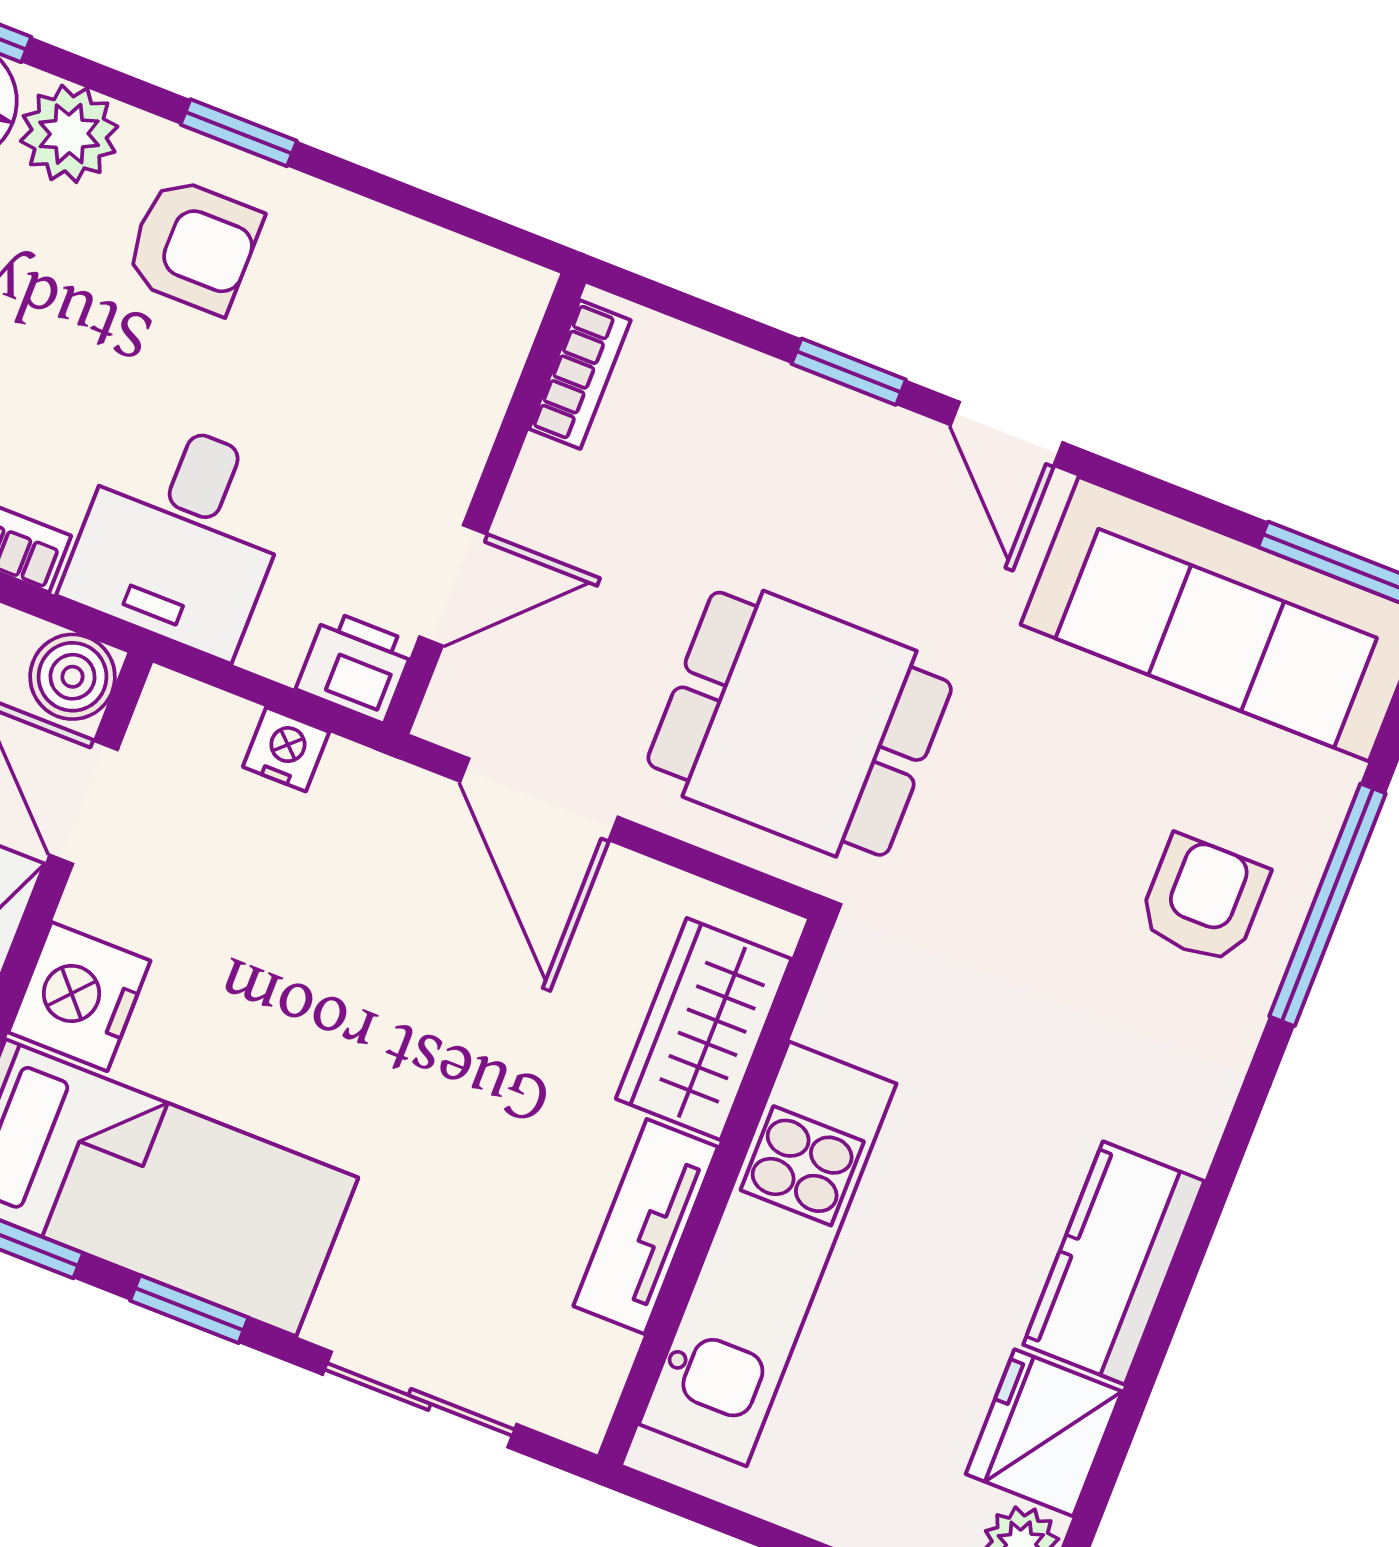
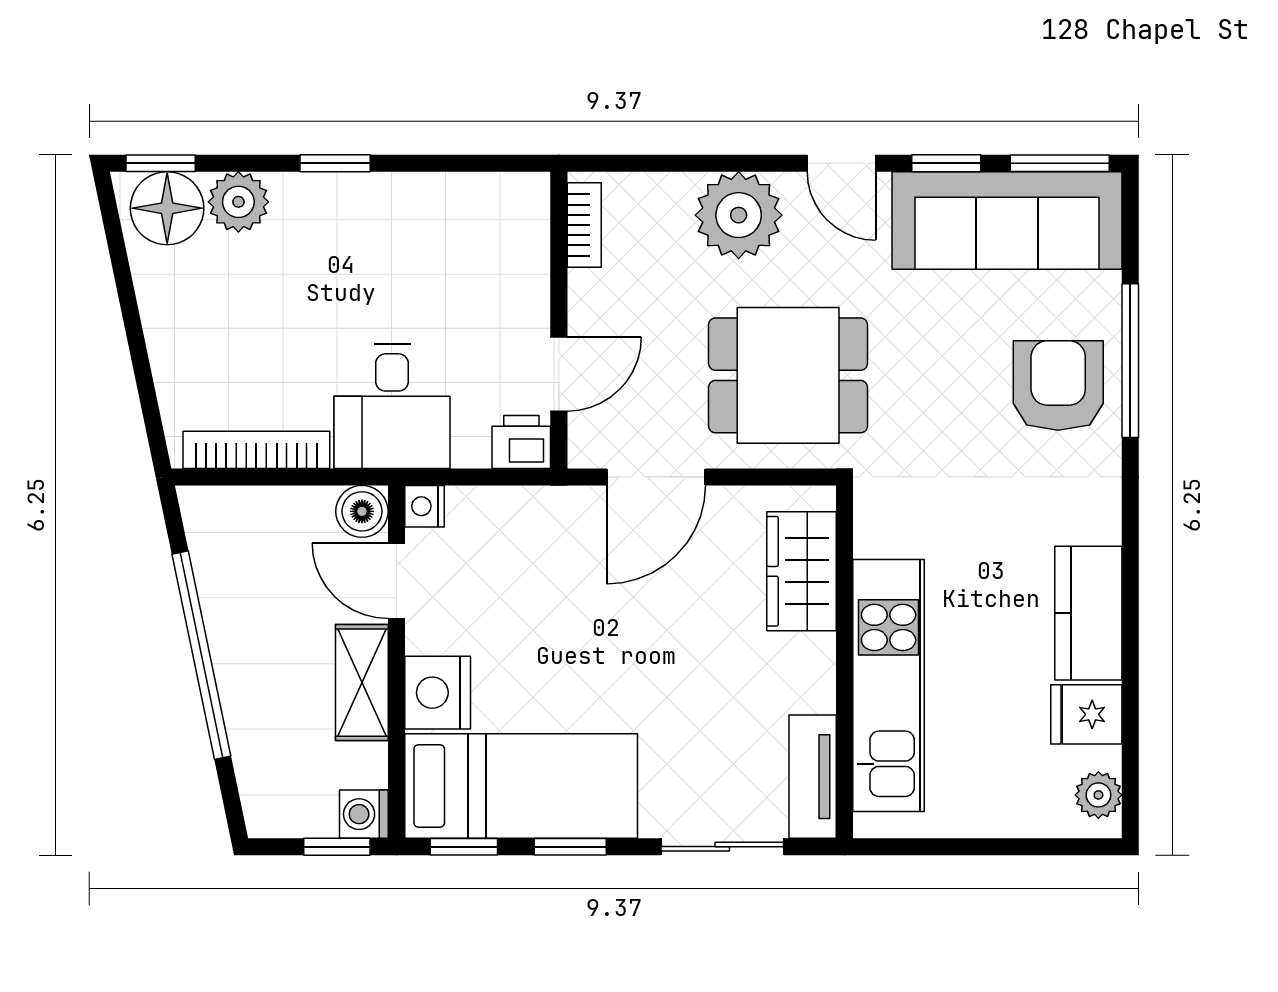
armchair: (193, 245) -> (334, 238), removed
window: (849, 372) -> (946, 163), moved
plant: (820, 451) -> (739, 215), added
nightstand: (286, 749) -> (425, 506), moved, turned -90
door: (539, 799) -> (656, 477), hinge flipped
armchair: (1203, 900) -> (1058, 386), width x1.38, depth x1.38
tv unit: (646, 1226) -> (813, 777), moved
fridge: (1044, 1433) -> (1086, 714), width x0.72

